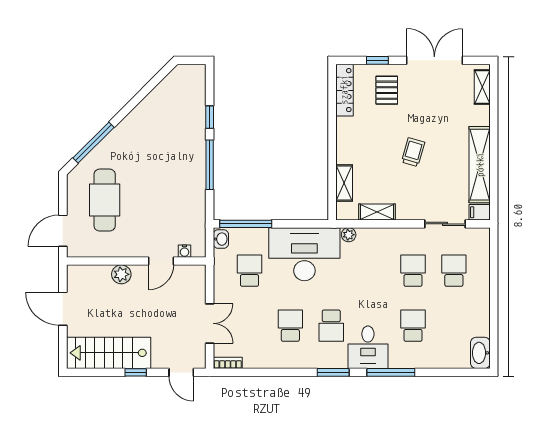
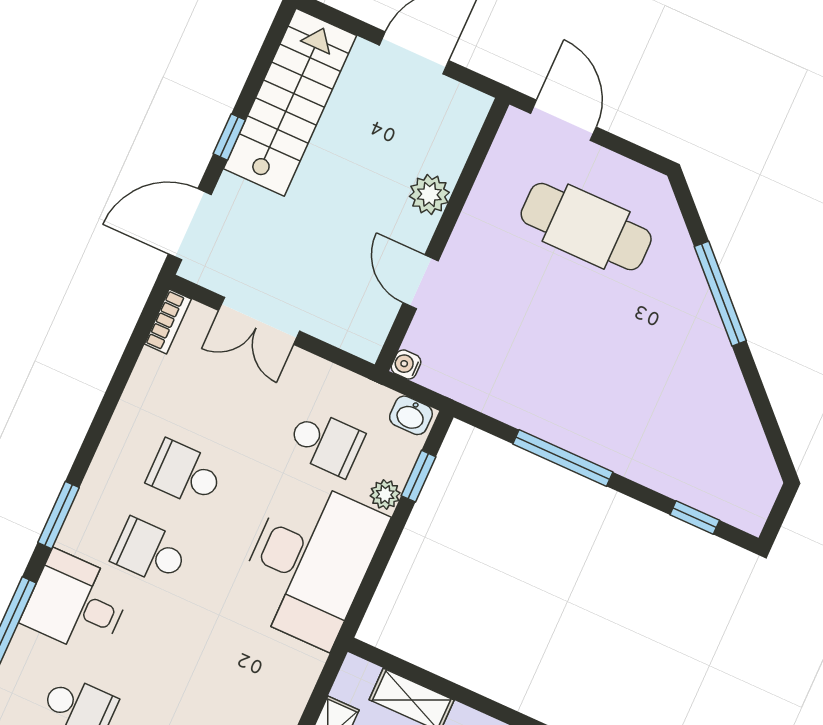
window: (210, 117) -> (695, 518), moved
window: (94, 143) -> (720, 294), moved
window: (246, 224) -> (418, 476), width x0.46
plant: (349, 235) -> (385, 494), moved
water cooler: (184, 251) -> (406, 364), moved
school desk: (290, 326) -> (185, 474), turned 180
door: (181, 372) -> (190, 224), width x1.38

